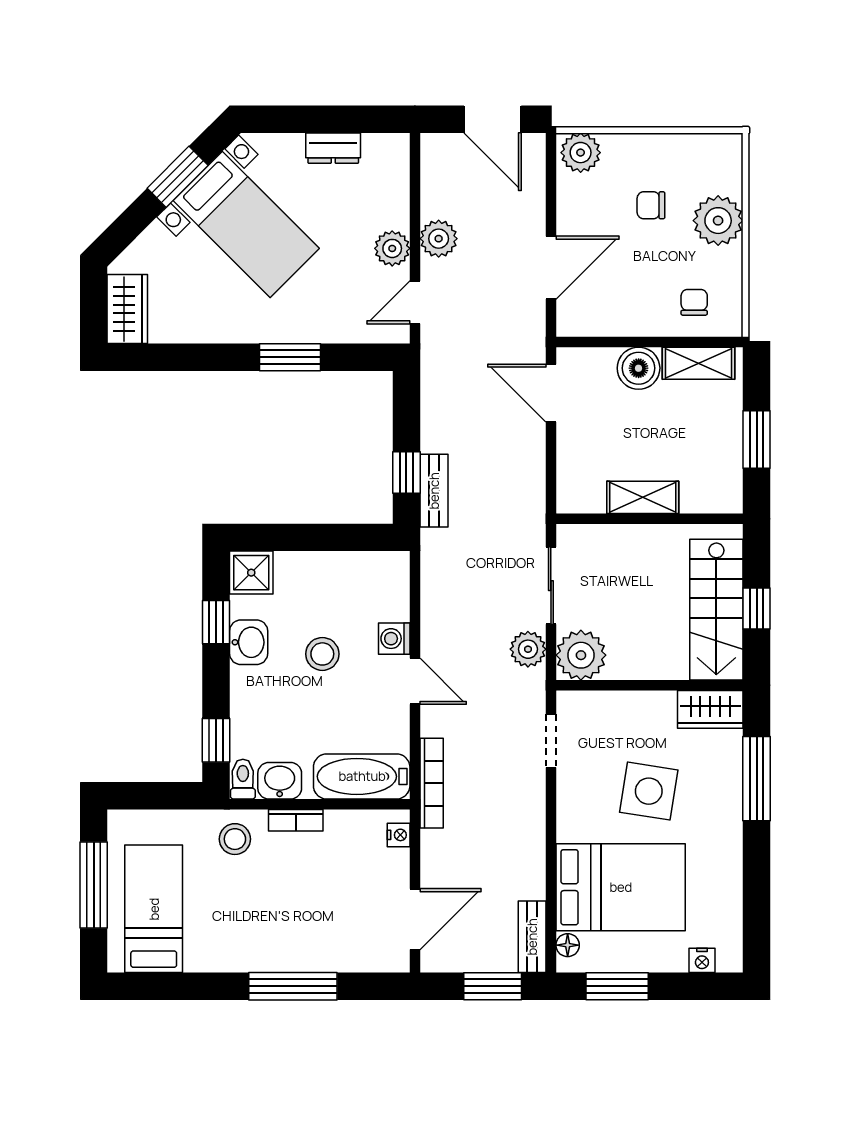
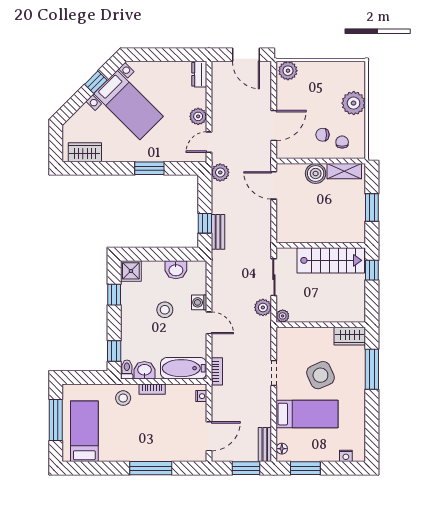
dresser: (333, 148) -> (199, 74), moved, turned 90
window: (178, 177) -> (96, 82), width x0.67
chair: (651, 205) -> (322, 135), moved
plant: (439, 239) -> (220, 172), moved
wardrobe: (127, 309) -> (85, 152), moved, turned -90
shelving: (643, 497) -> (318, 235), removed
window: (757, 609) -> (372, 270), moved
stairs: (716, 610) -> (331, 260), moved, turned -90
washbasin: (249, 642) -> (176, 270), moved, turned 90
plant: (581, 655) -> (283, 316), width x0.53, depth x0.53
doorway: (551, 741) -> (274, 373), moved
bookcase: (432, 783) -> (217, 371), width x0.64
side table: (649, 791) -> (320, 375), turned -33
bed: (621, 887) -> (307, 414), width x0.67

